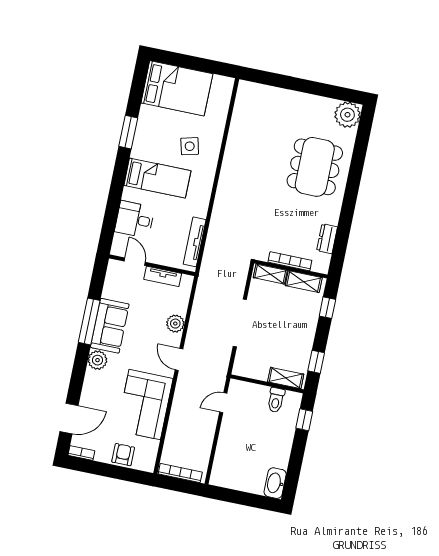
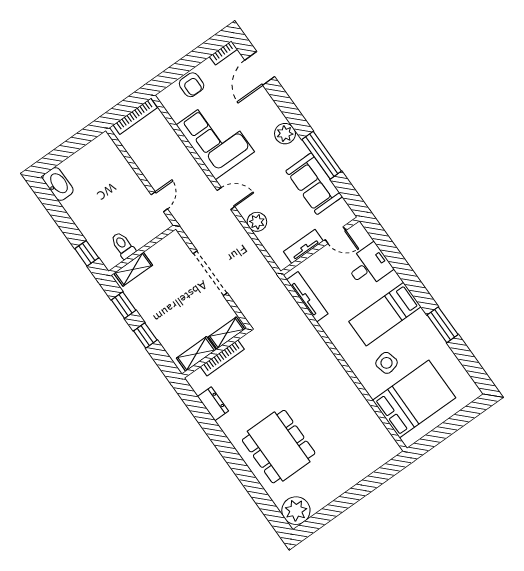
bed: (177, 88) -> (414, 399), moved, turned 180
window: (327, 308) -> (145, 336), moved
sofa: (110, 326) -> (314, 184), moved

